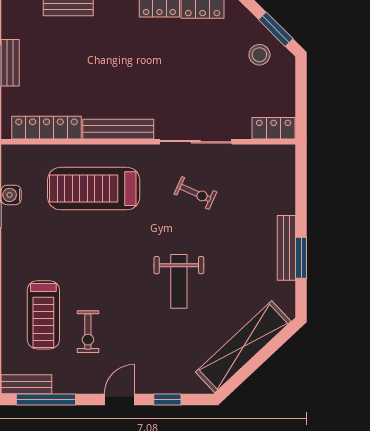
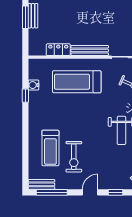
locker: (46, 128) -> (58, 50), width x0.66
exercise bike: (88, 332) -> (74, 157), width x1.38, depth x1.39

